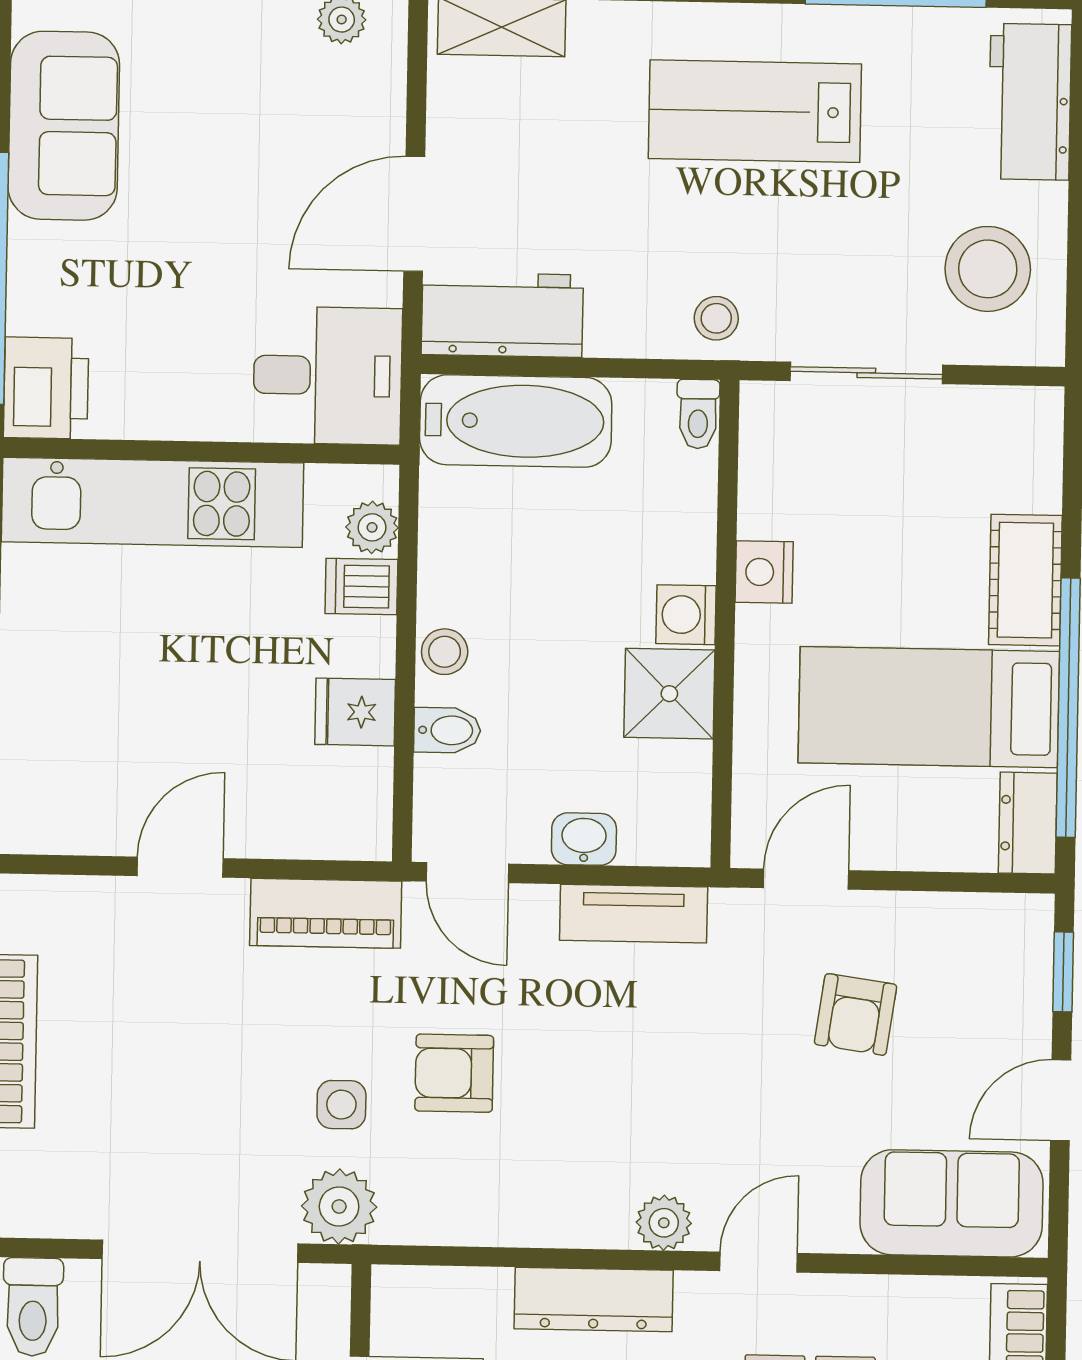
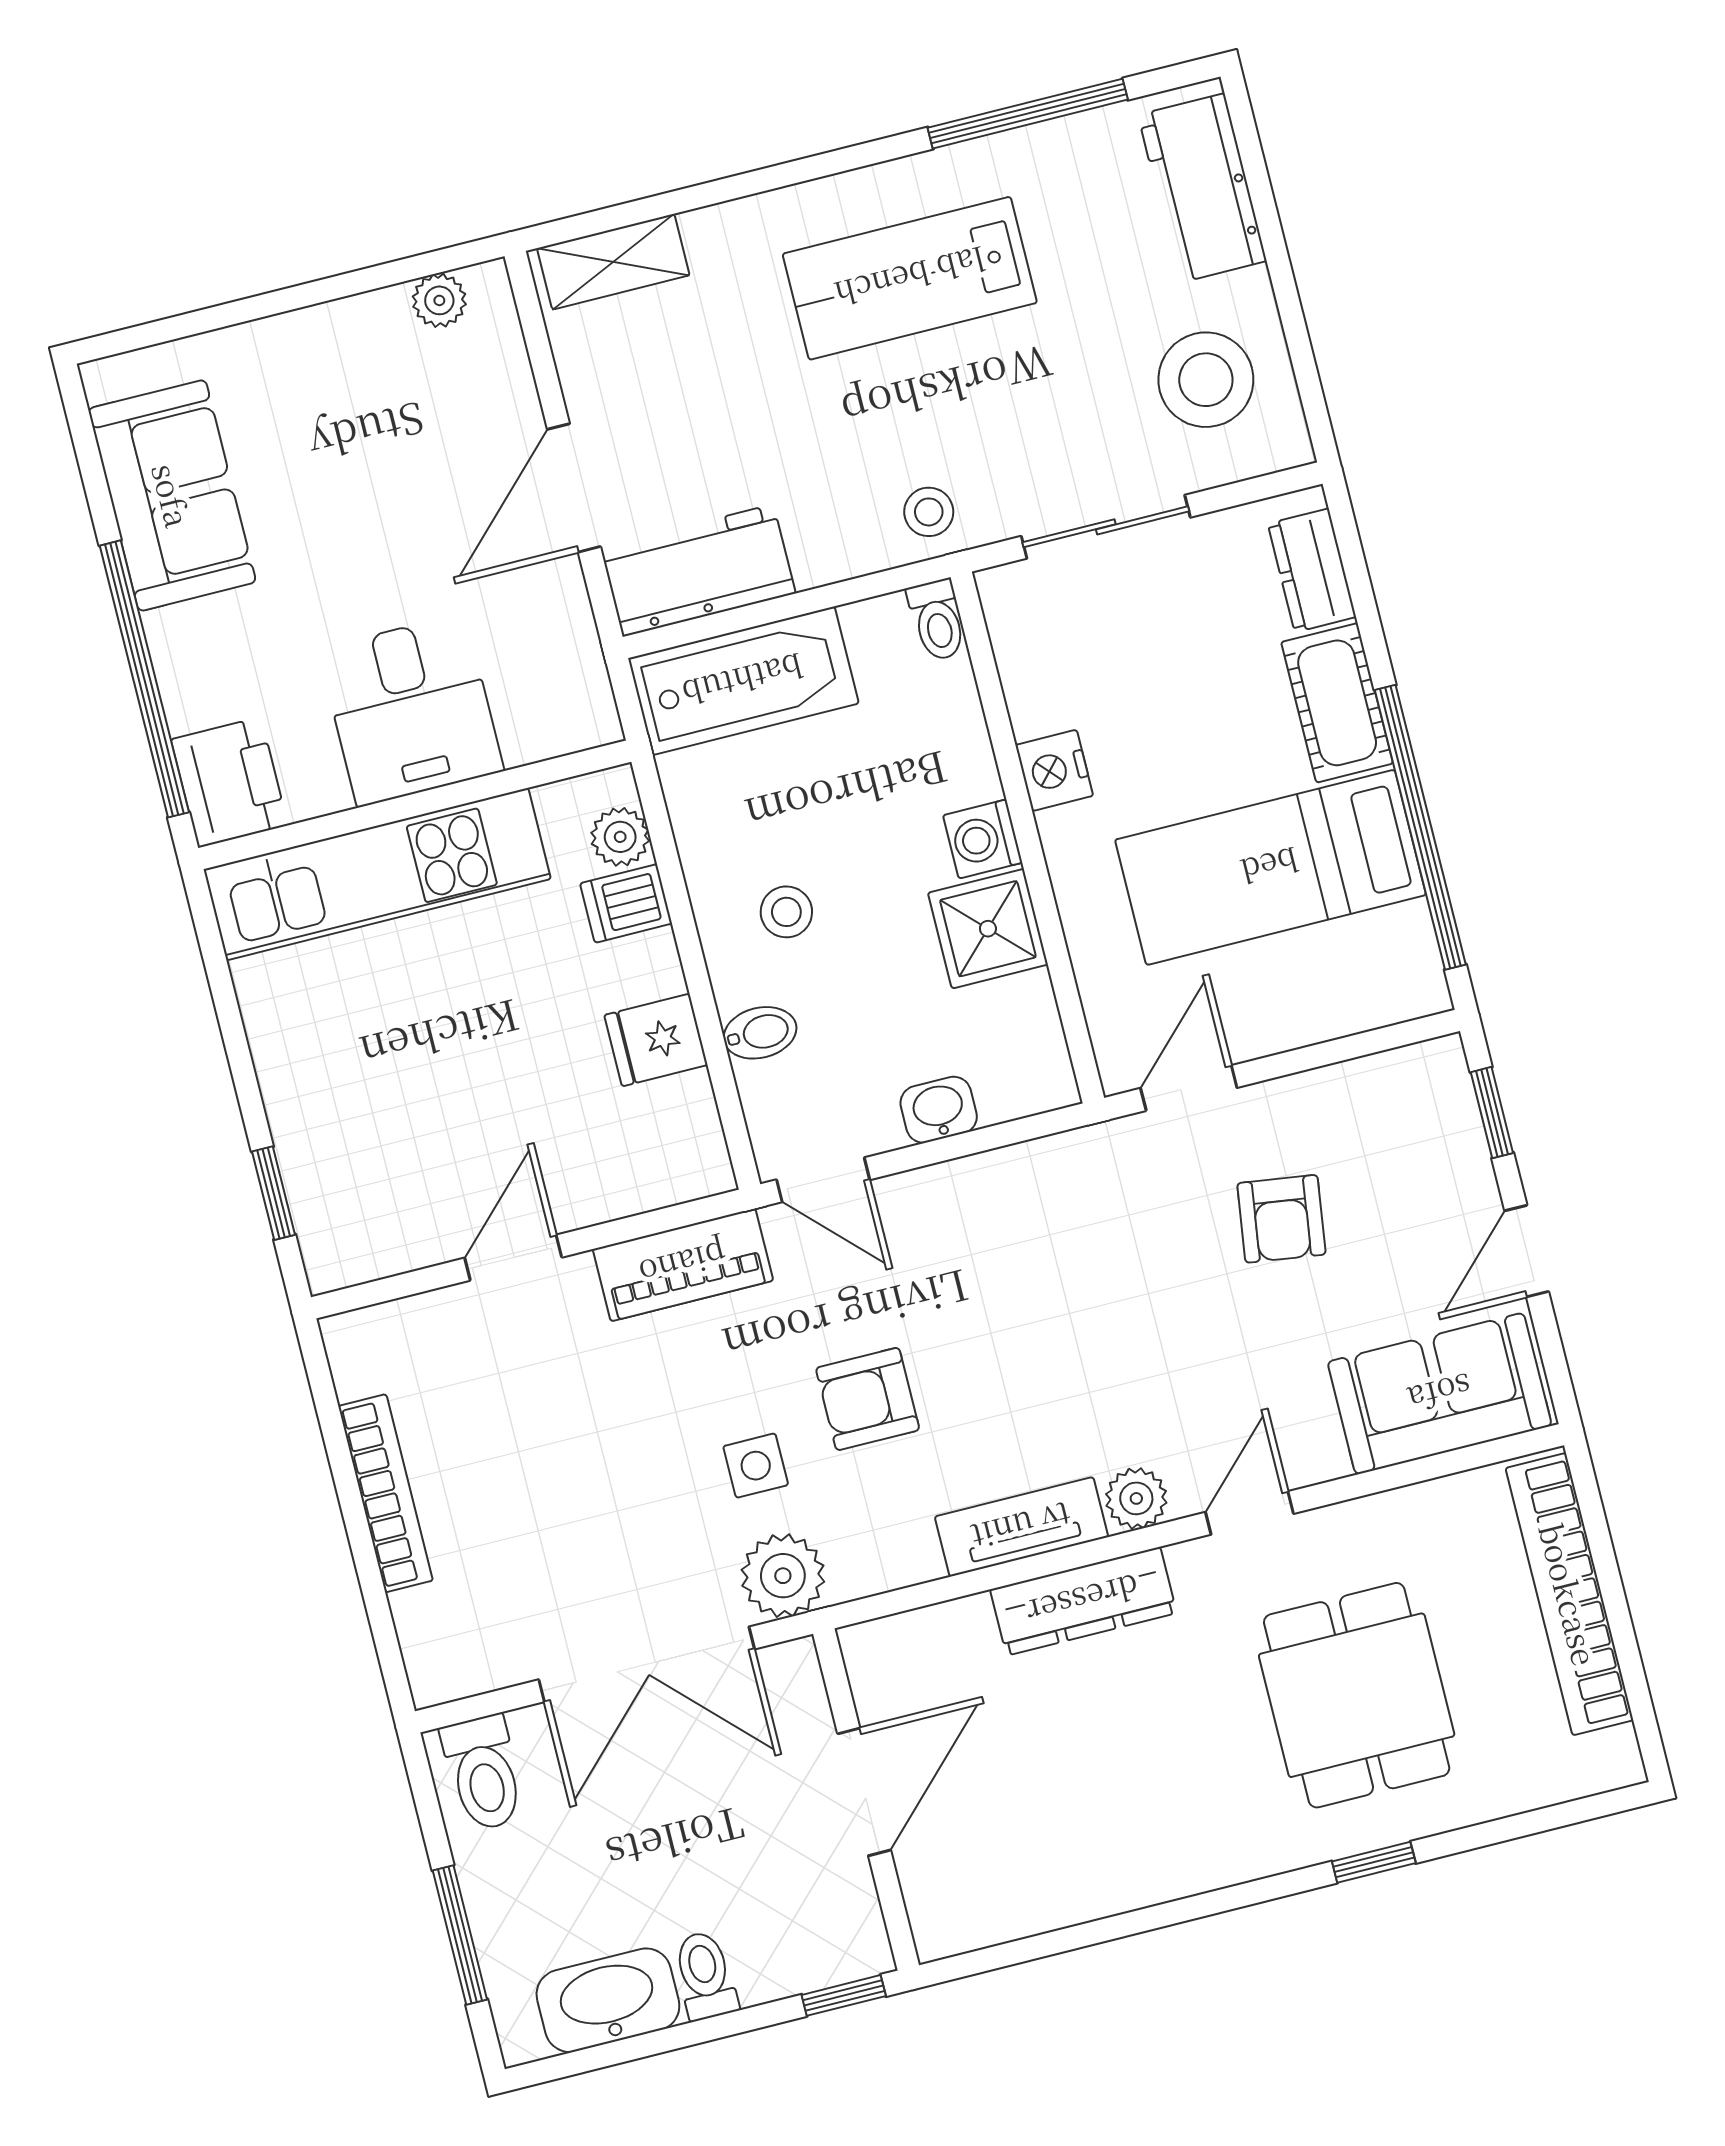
desk: (328, 376) -> (411, 710), moved, turned 90
stool: (445, 652) -> (786, 912), moved
dresser: (1028, 823) -> (1312, 570), moved
tv unit: (634, 914) -> (1021, 1527), moved, turned 180

